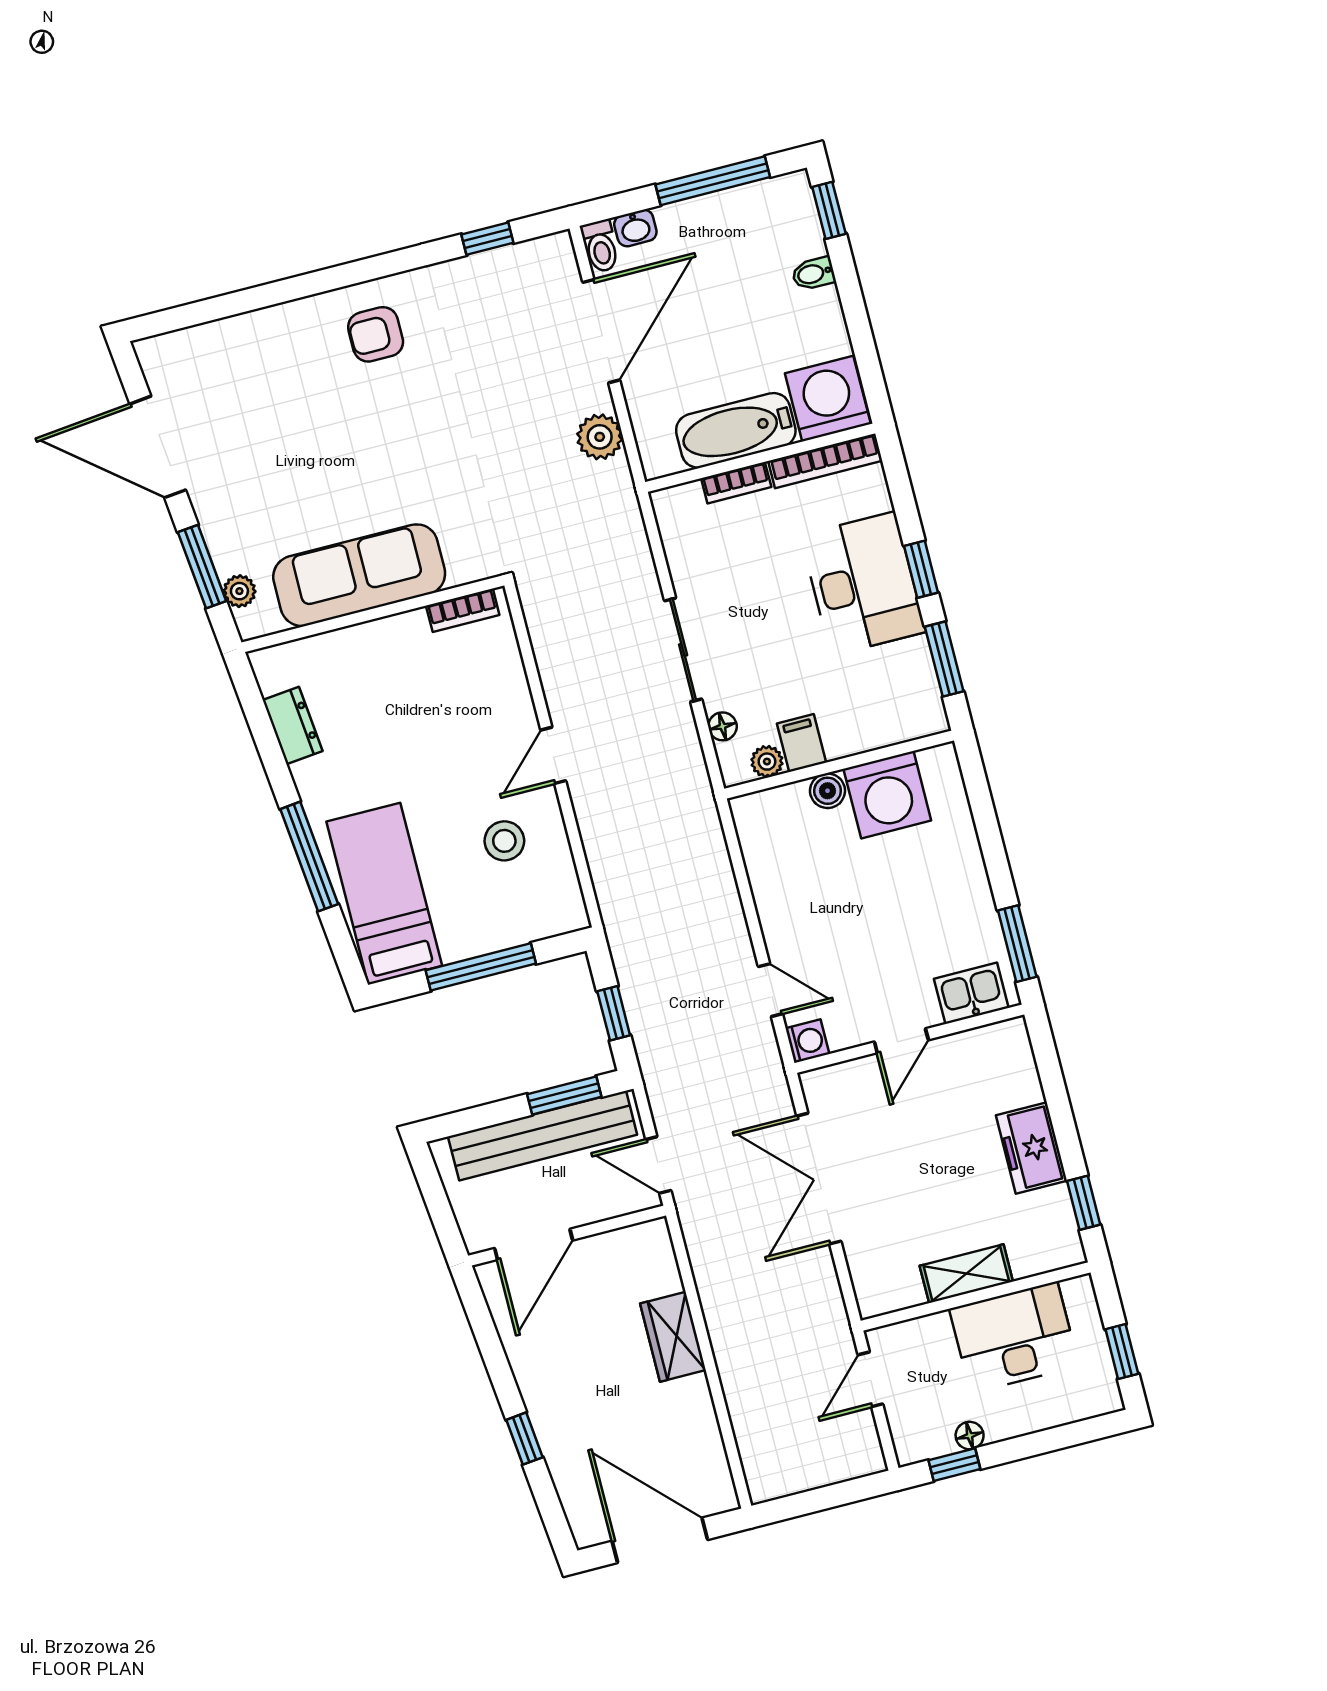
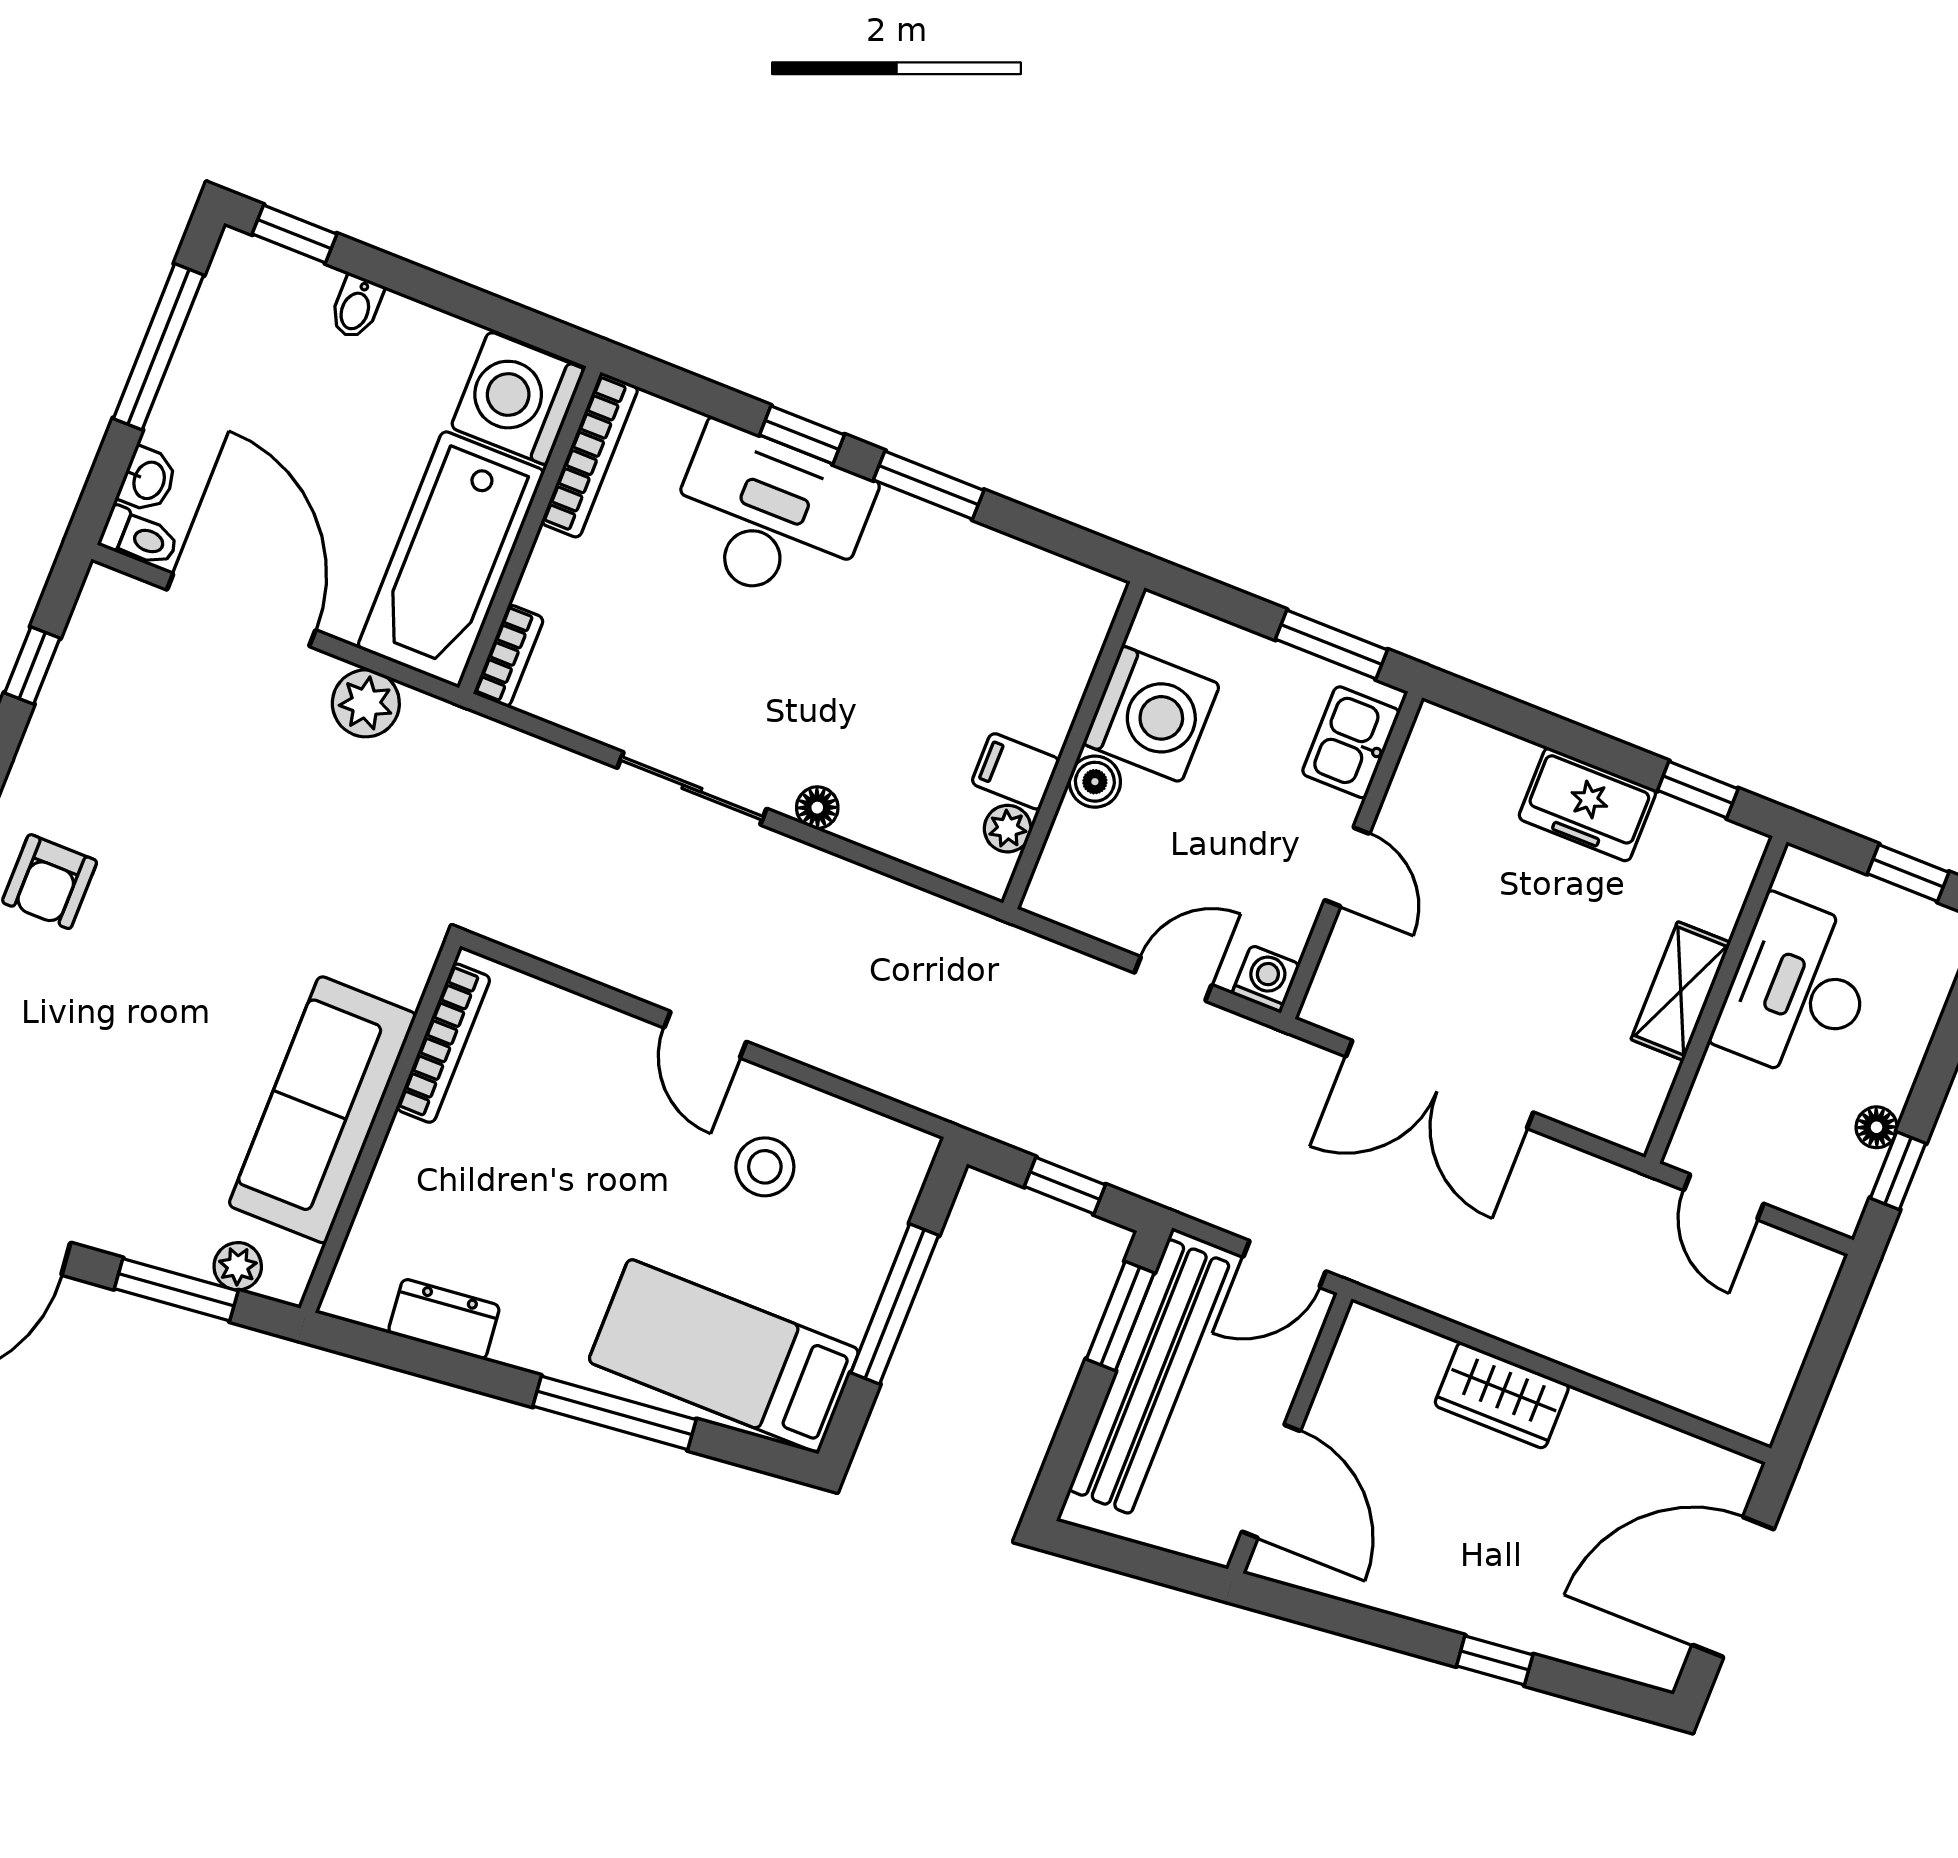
bathtub: (736, 430) -> (451, 559), width x1.36, depth x1.36
bookcase: (736, 483) -> (509, 656), moved
bookcase: (463, 610) -> (443, 1043), width x1.56
filing cabinet: (802, 743) -> (1015, 771), moved
plant: (767, 762) -> (1008, 829), moved
wall: (839, 765) -> (1074, 745), moved
boiler: (828, 791) -> (1095, 782), moved
washing machine: (887, 795) -> (1151, 714), moved

